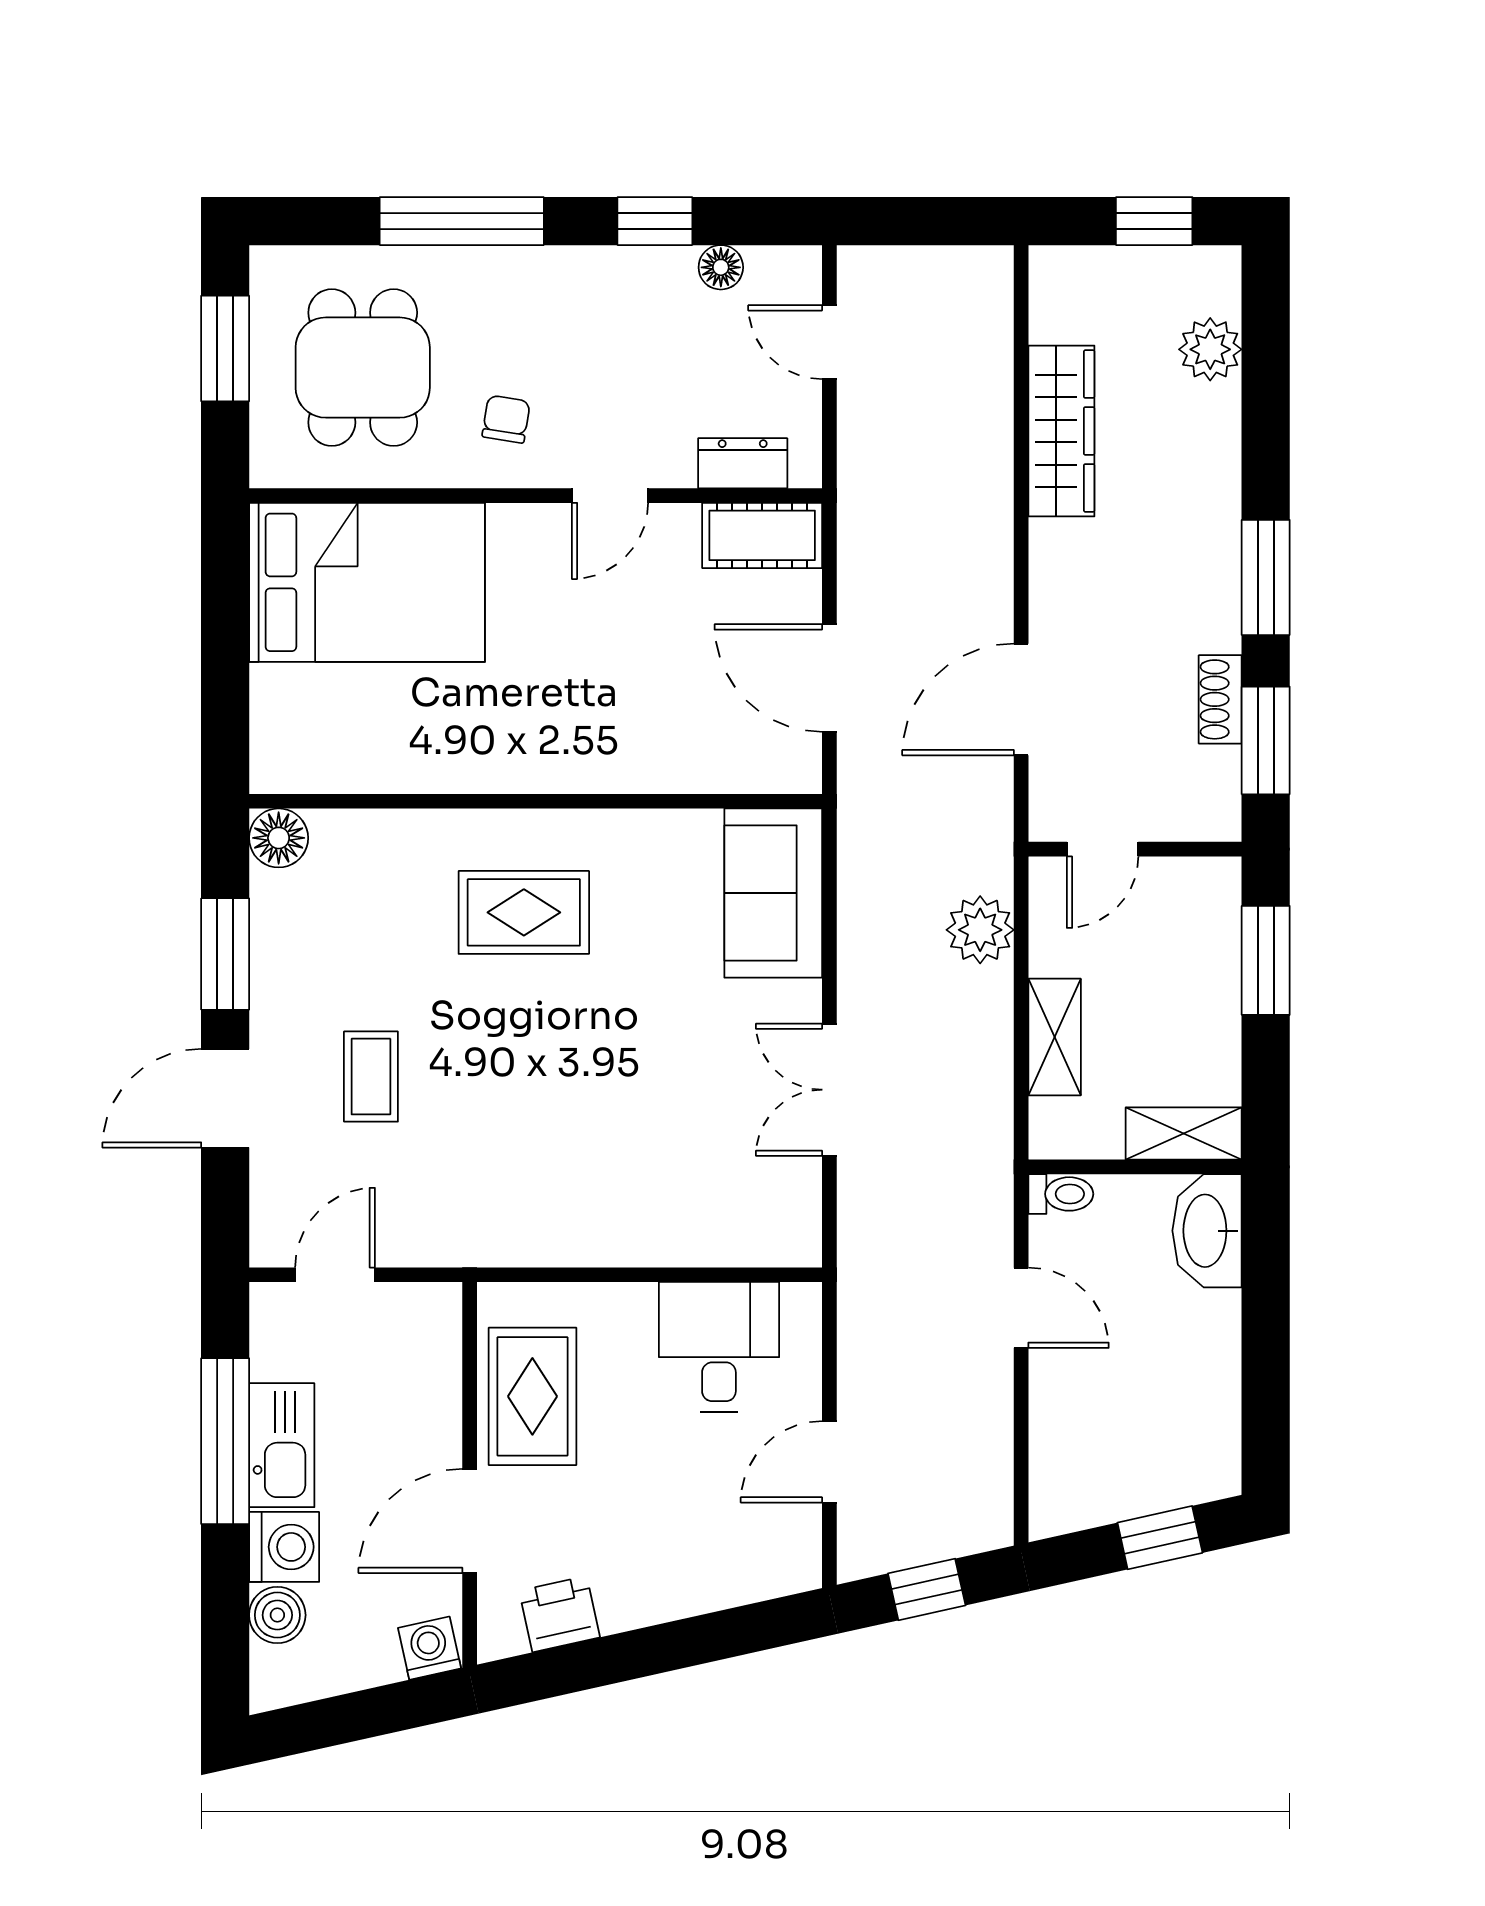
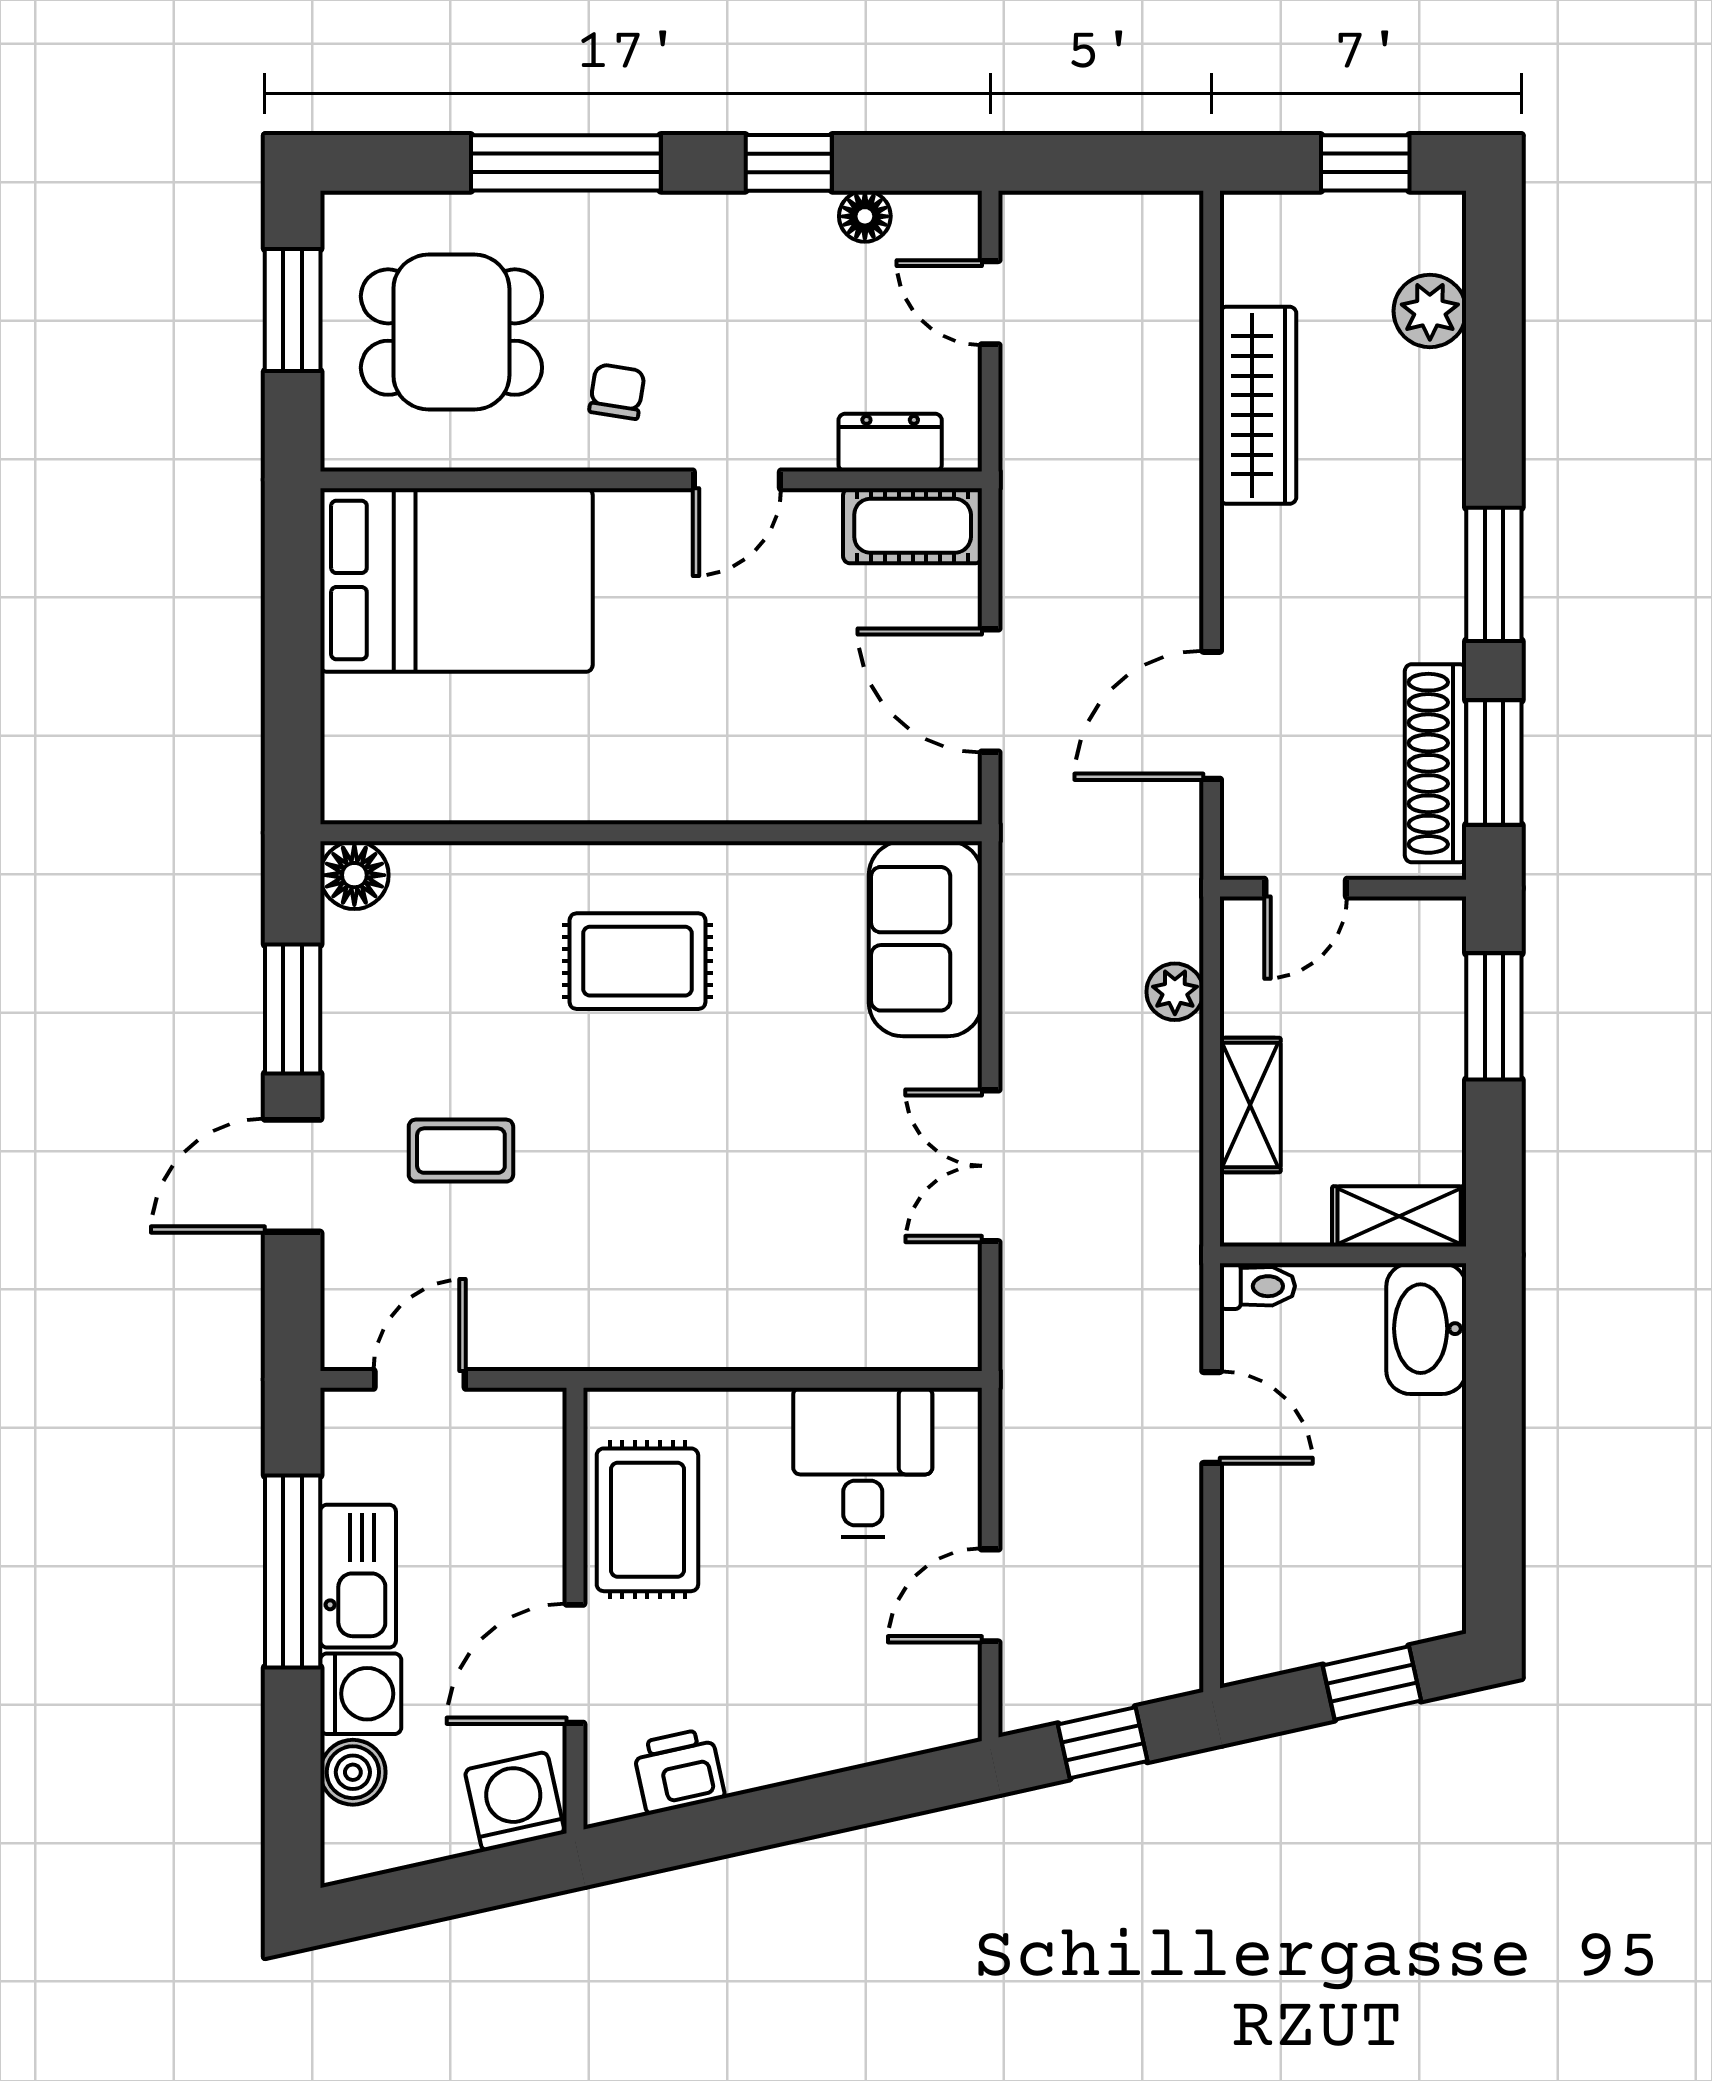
dining table: (363, 368) -> (451, 332), turned 90
shoe rack: (1220, 699) -> (1436, 763), width x1.94, depth x1.24
plant: (980, 930) -> (1175, 992), width x0.73, depth x0.73
coffee table: (371, 1077) -> (461, 1151), turned 90
washing machine: (429, 1648) -> (515, 1802), width x1.38, depth x1.38

